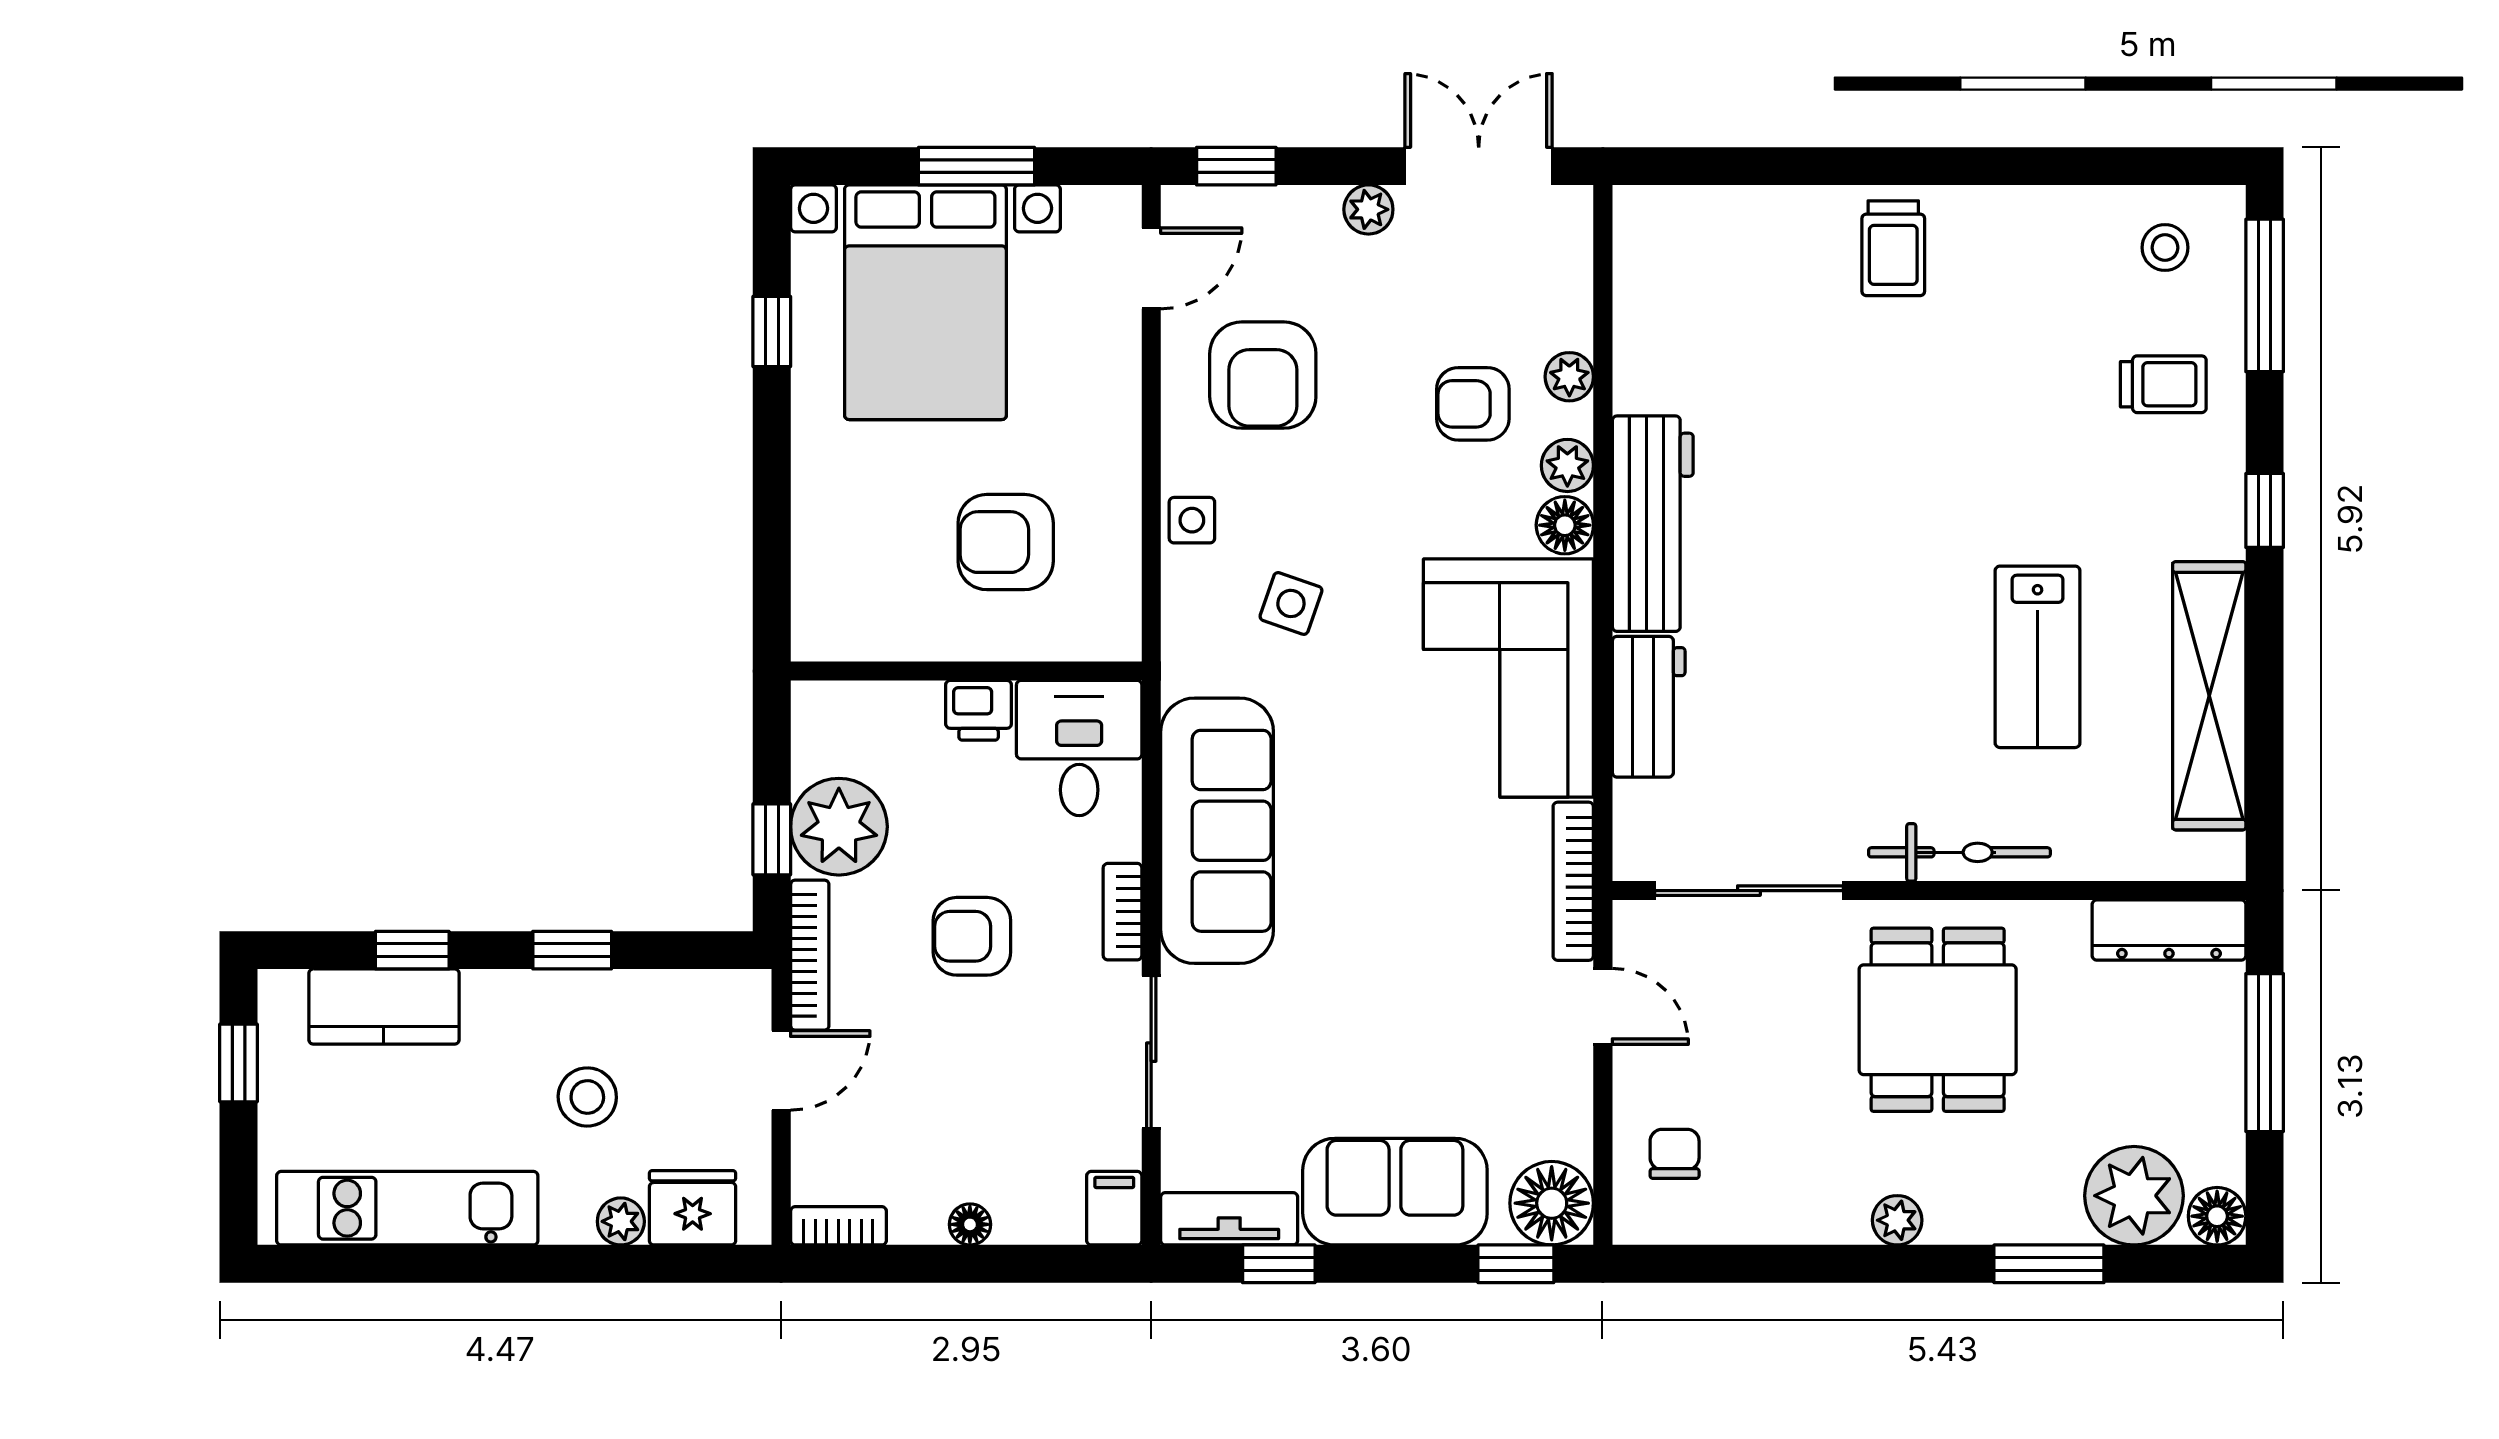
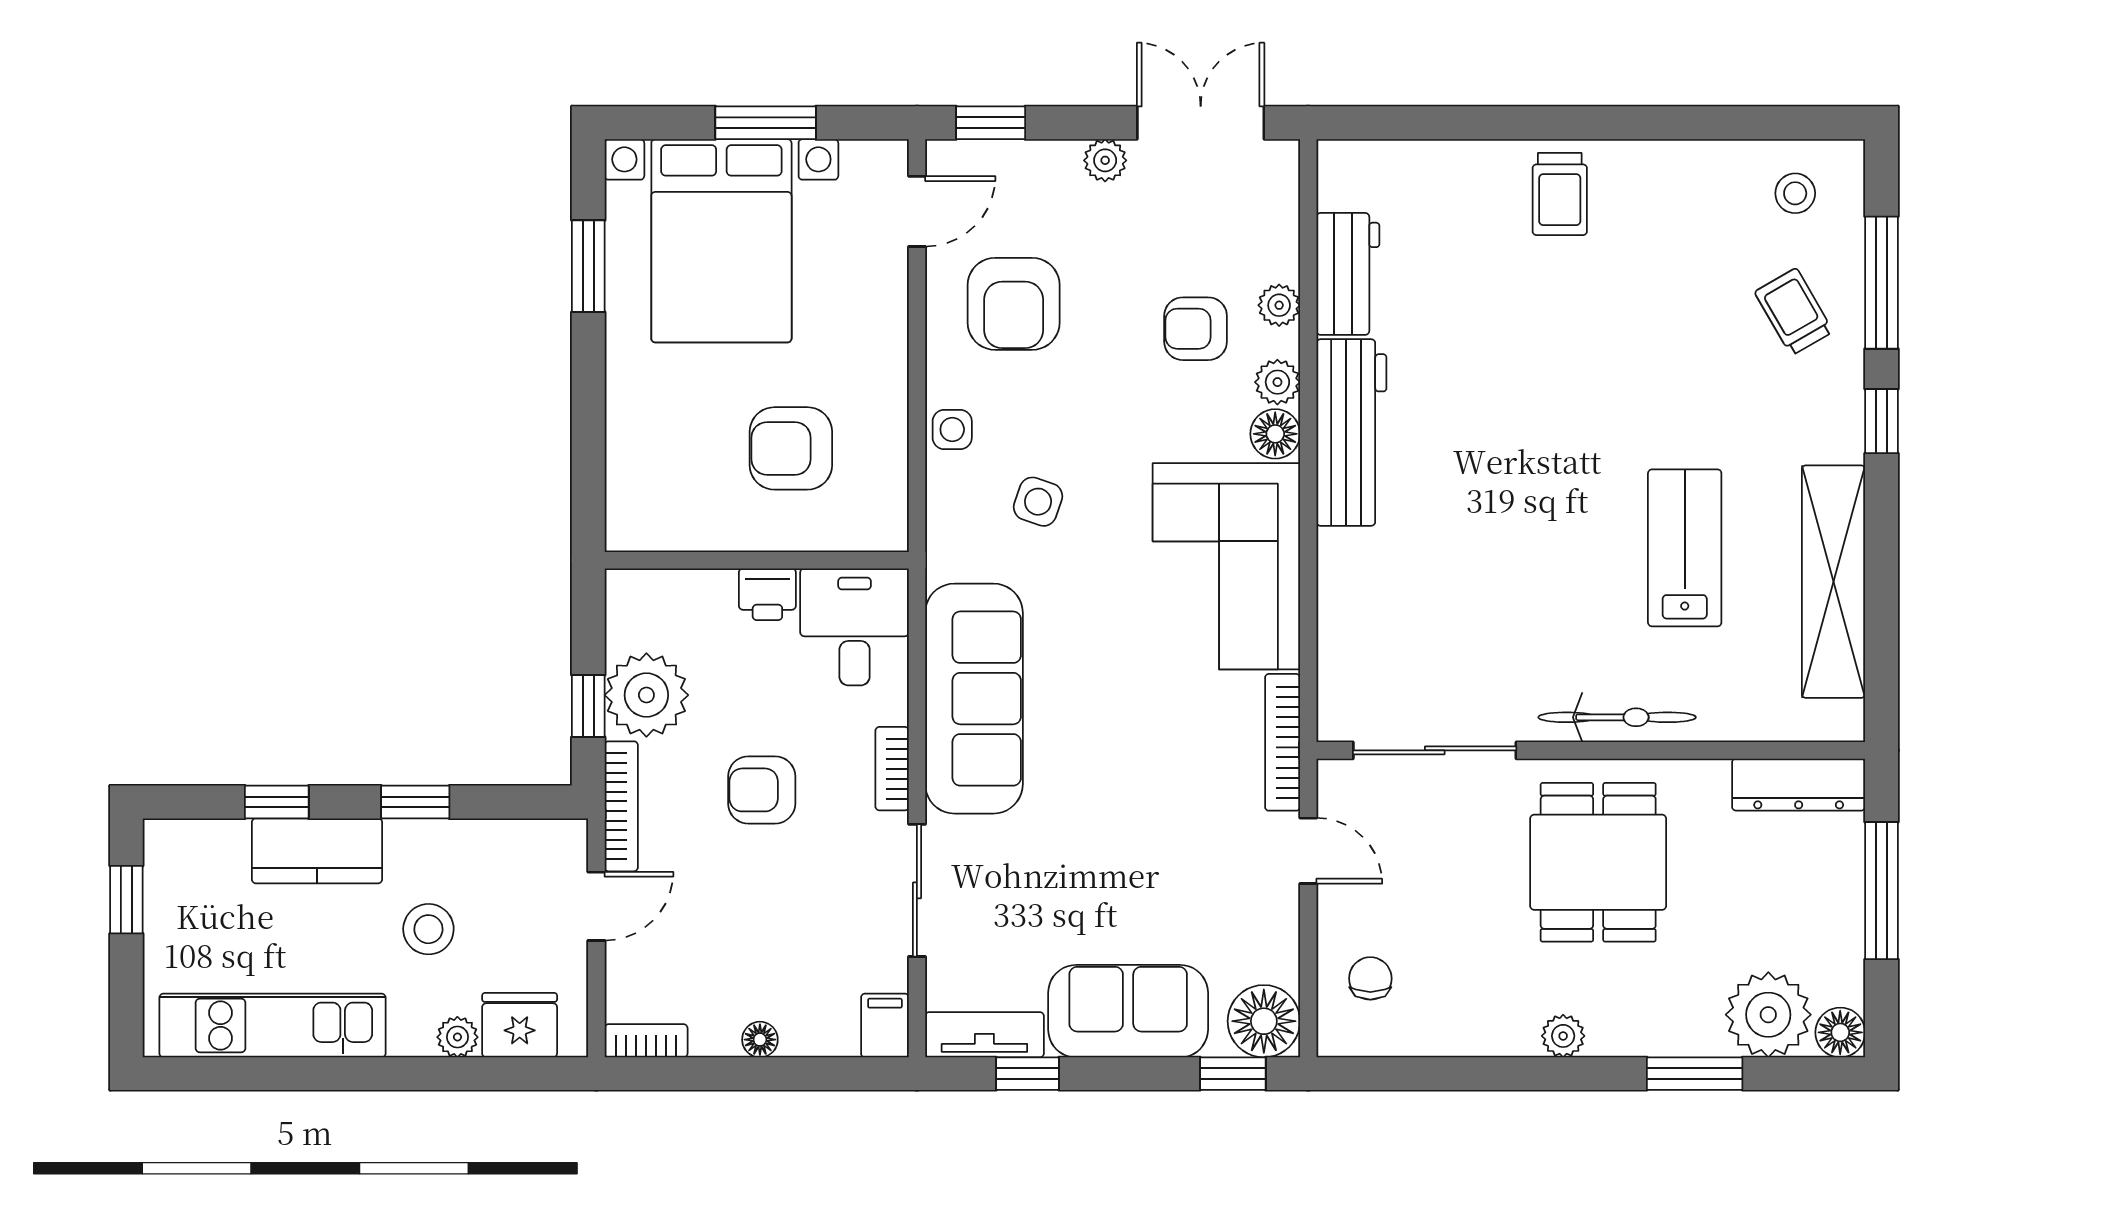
window: (2265, 295) -> (1881, 283), moved
window: (772, 331) -> (588, 266), width x1.50
trolley: (2163, 384) -> (1794, 312), turned -120
lab bench: (2038, 657) -> (1685, 548), turned 180
workbench: (1649, 707) -> (1348, 274), moved
kitchen counter: (384, 1007) -> (317, 851), moved

